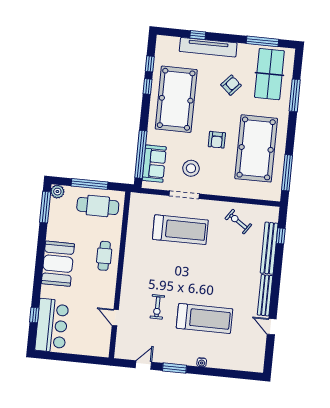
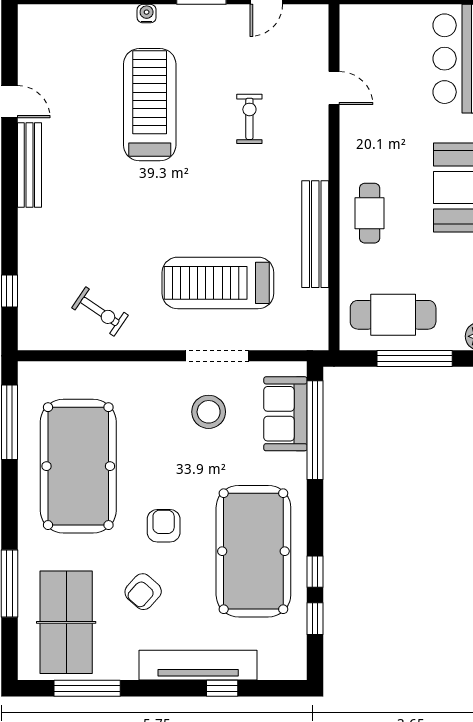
armchair: (217, 140) -> (164, 526), moved
bench: (269, 248) -> (315, 234), moved
treadmill: (205, 318) -> (150, 105), turned 90

